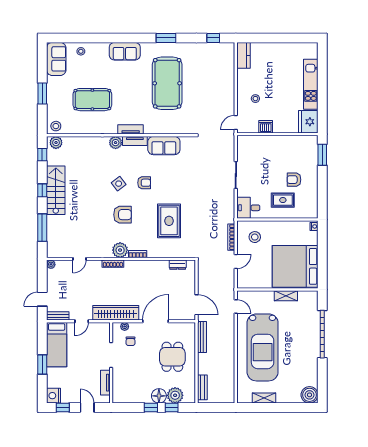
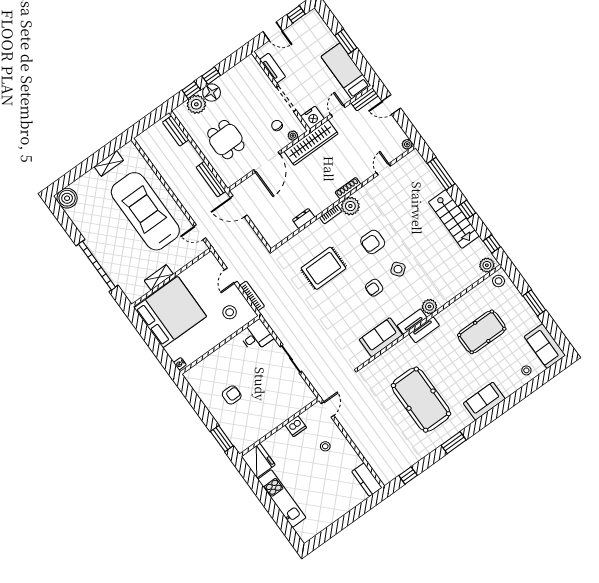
rug: (283, 200) -> (228, 367), removed
rug: (169, 221) -> (323, 268), turned 90
dresser: (178, 265) -> (304, 218), moved
door: (42, 299) -> (391, 105), swing flipped
nightstand: (53, 396) -> (312, 118), moved, turned 90

